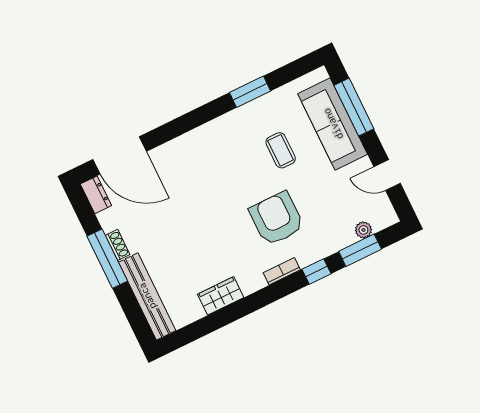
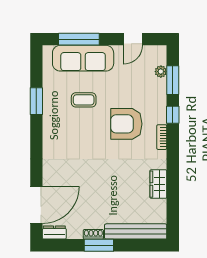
window: (107, 259) -> (99, 245), width x0.69

